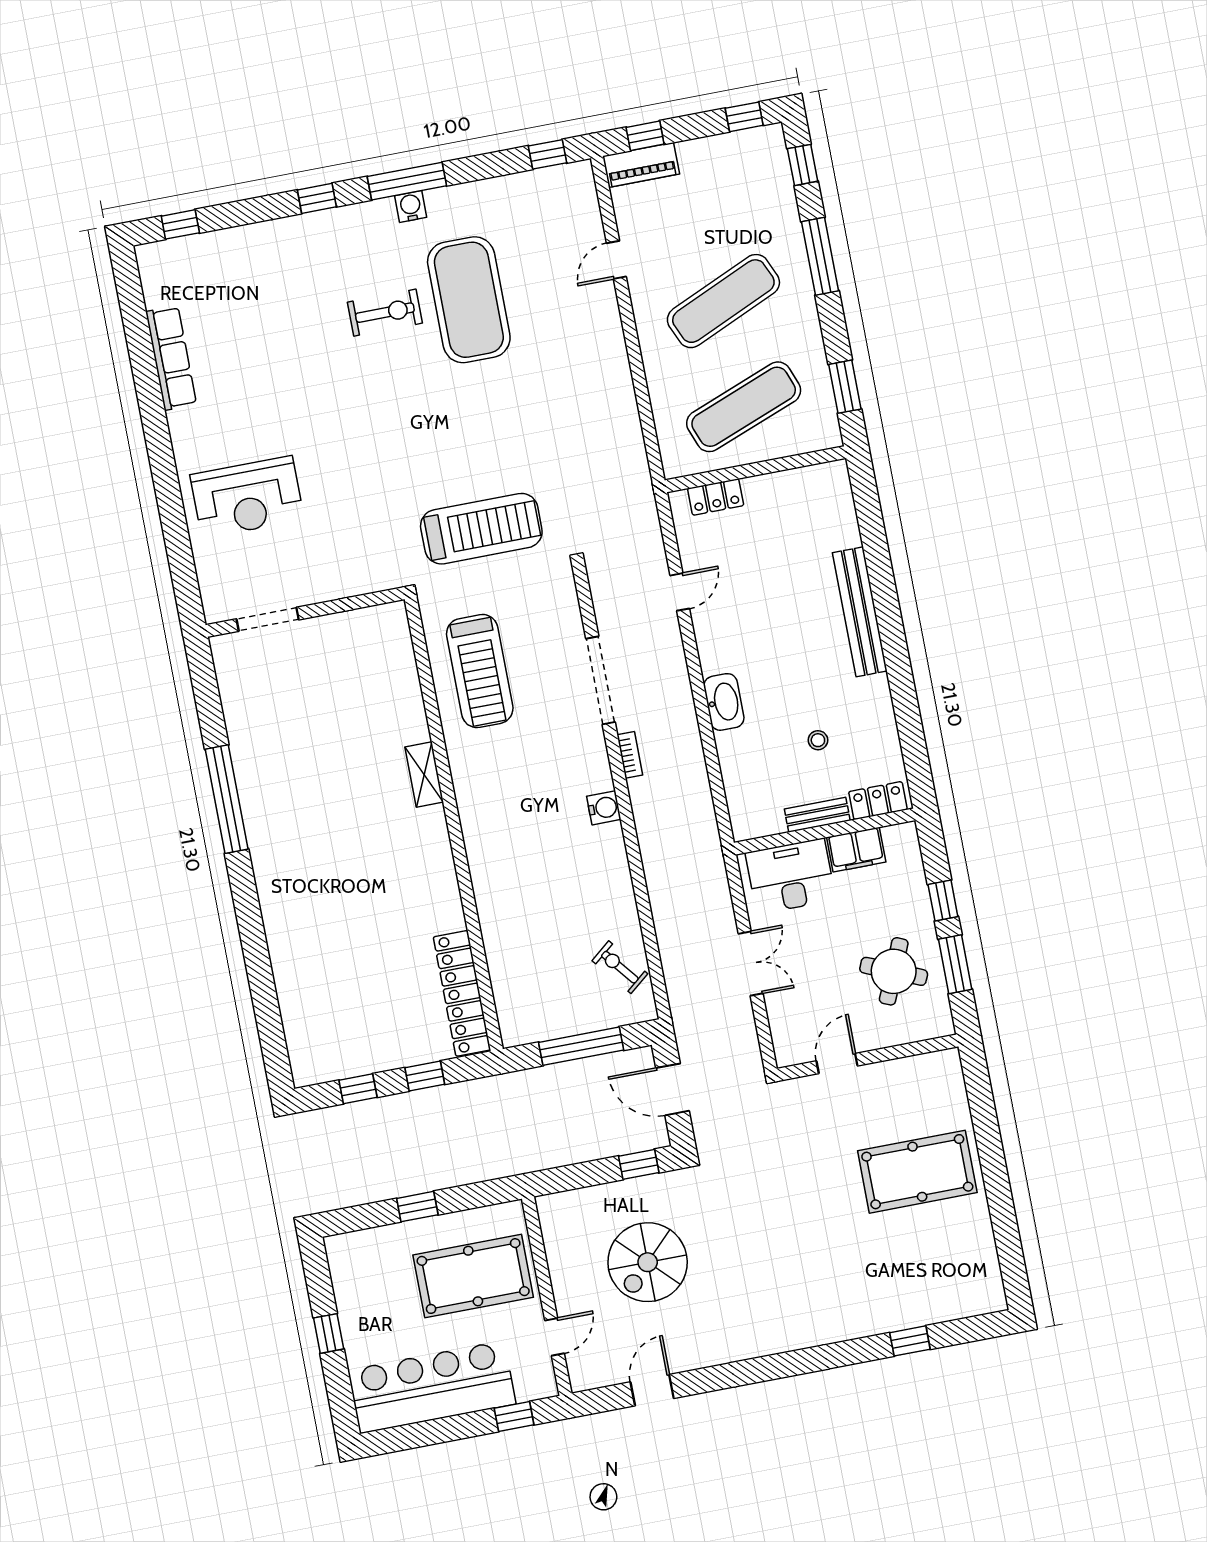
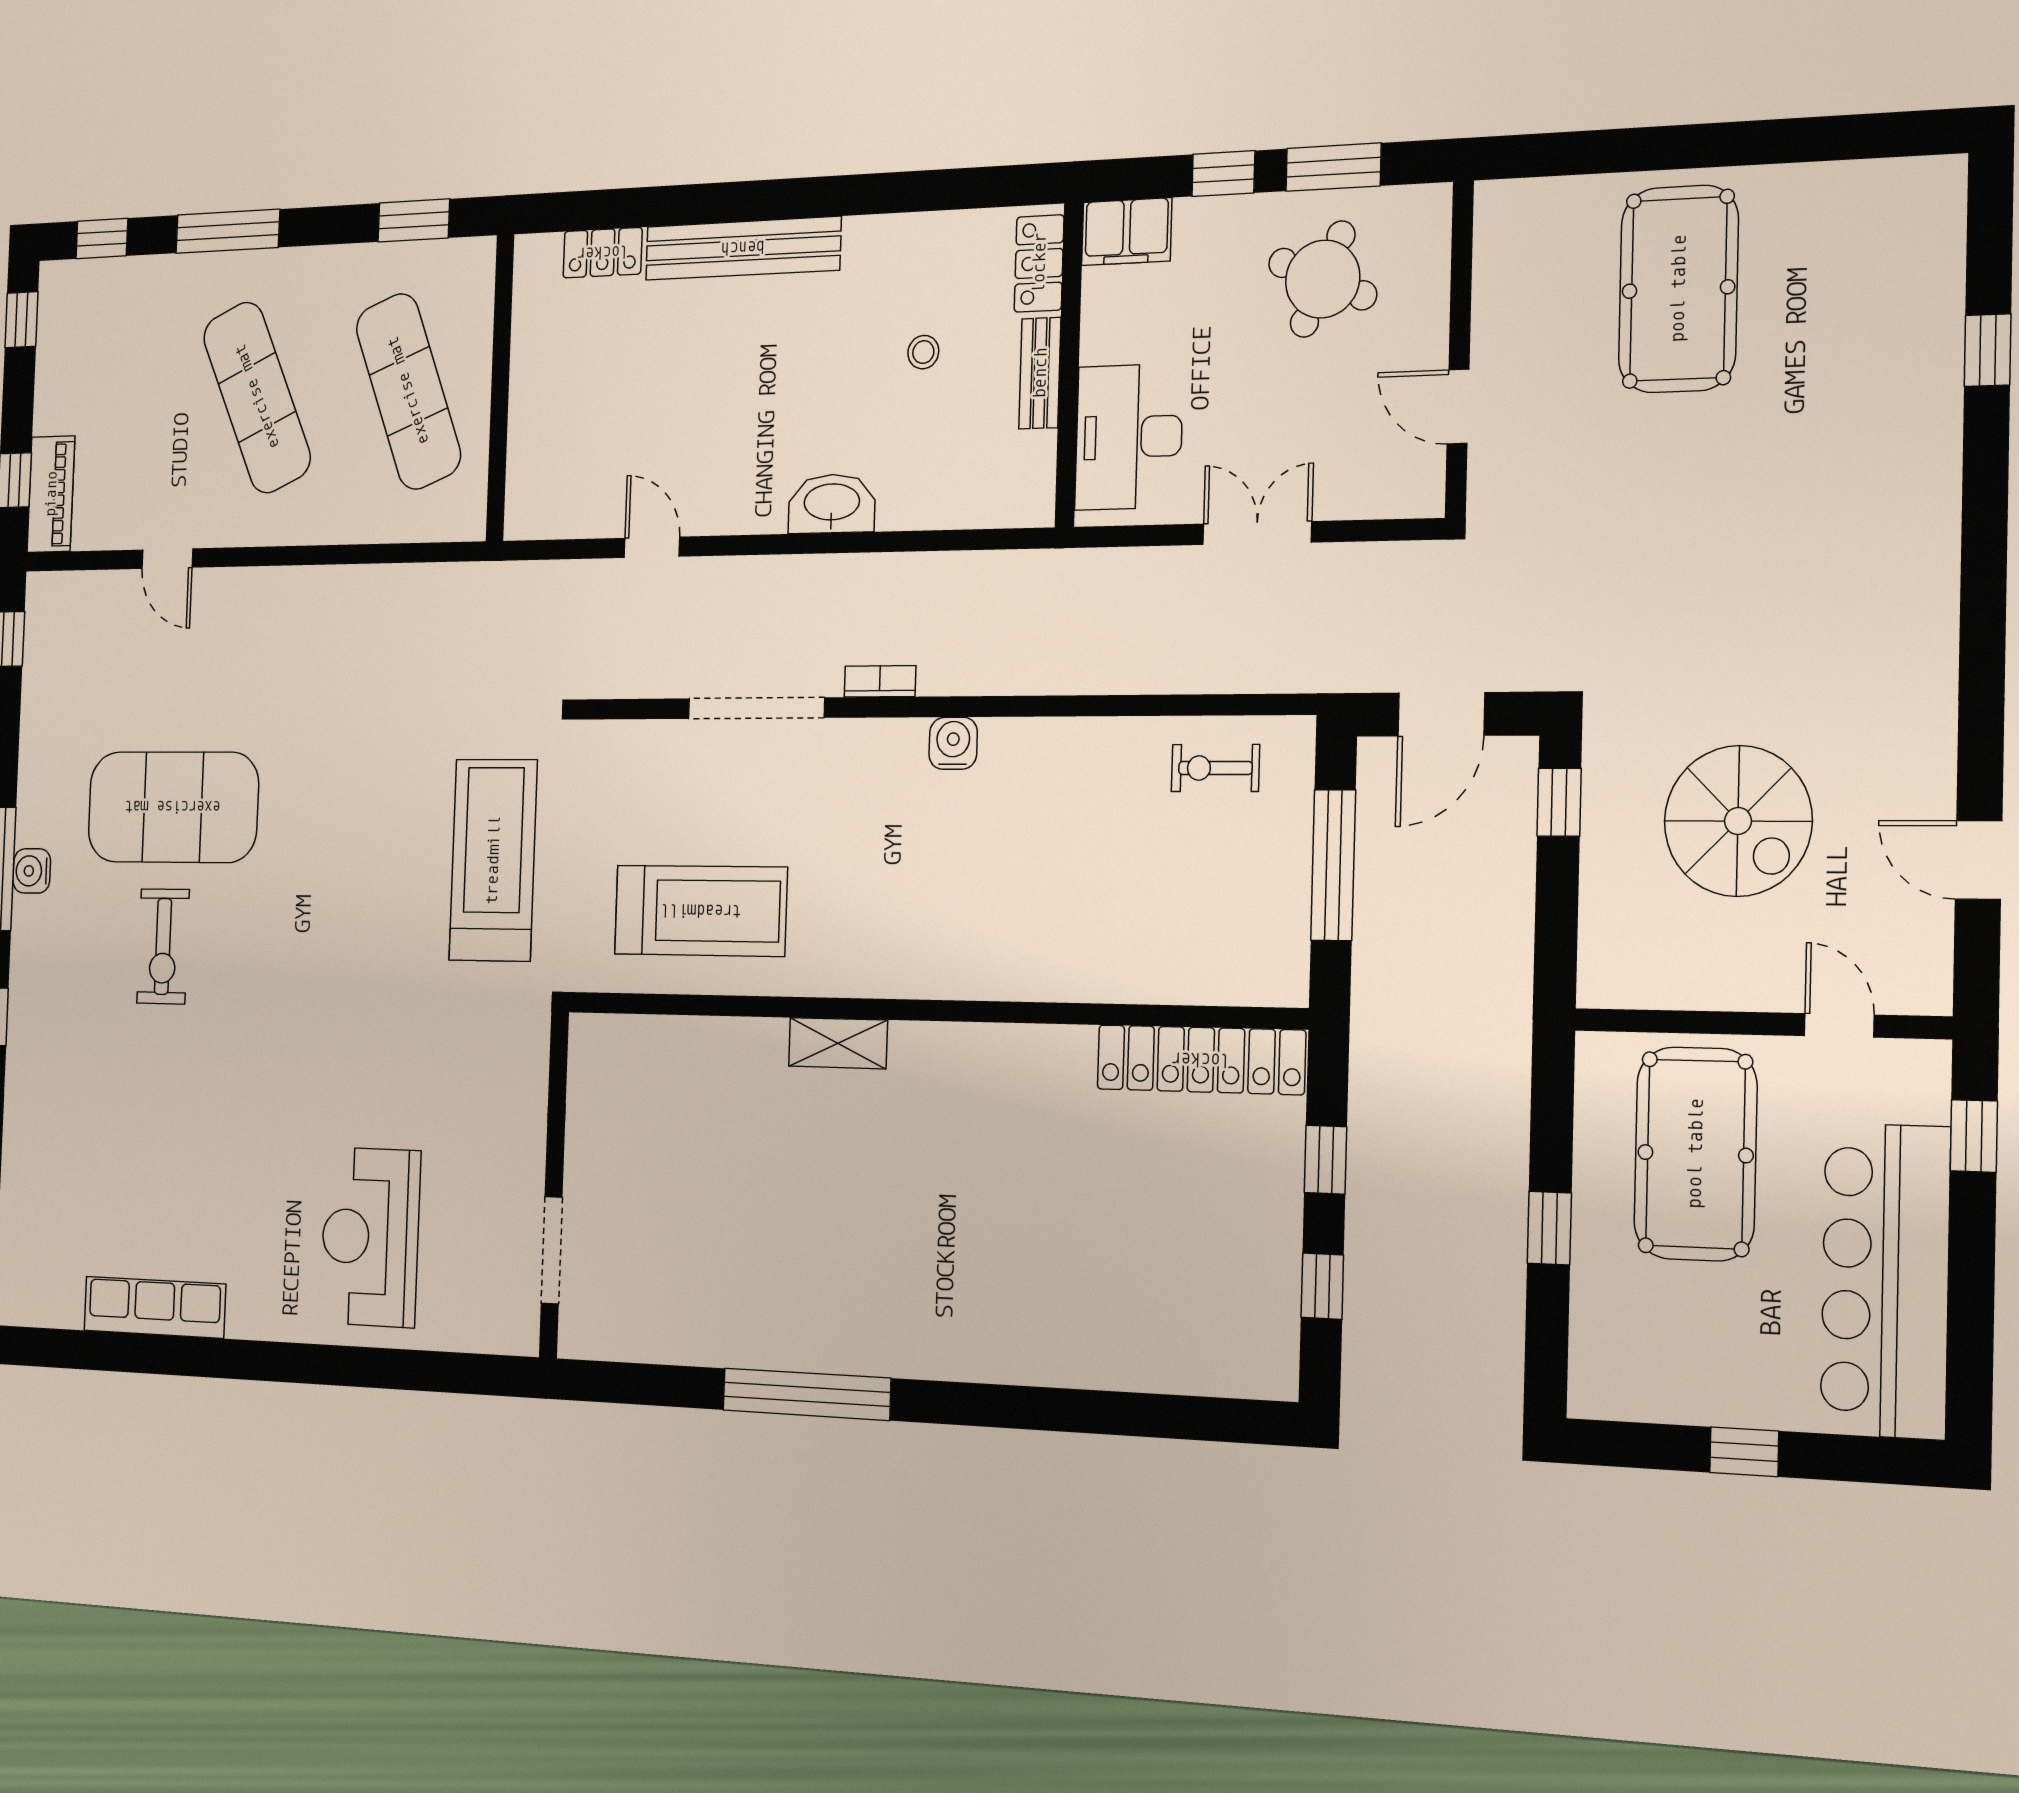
exercise bike: (385, 313) -> (163, 946), turned 180
reception desk: (247, 497) -> (370, 1237), turned 180
locker: (716, 497) -> (603, 253), moved, turned 90
filing cabinet: (856, 850) -> (1127, 232), moved, turned 90
exercise bike: (620, 967) -> (1215, 768), turned 39

